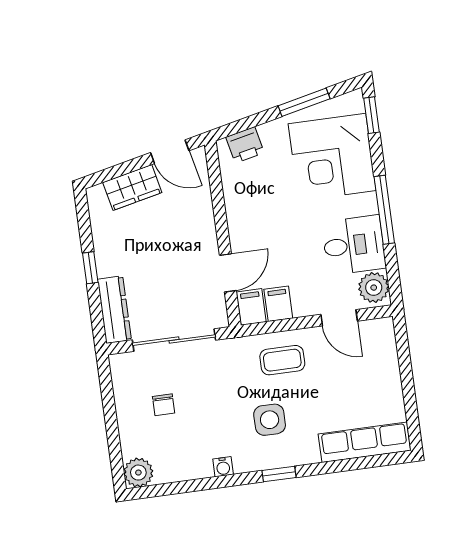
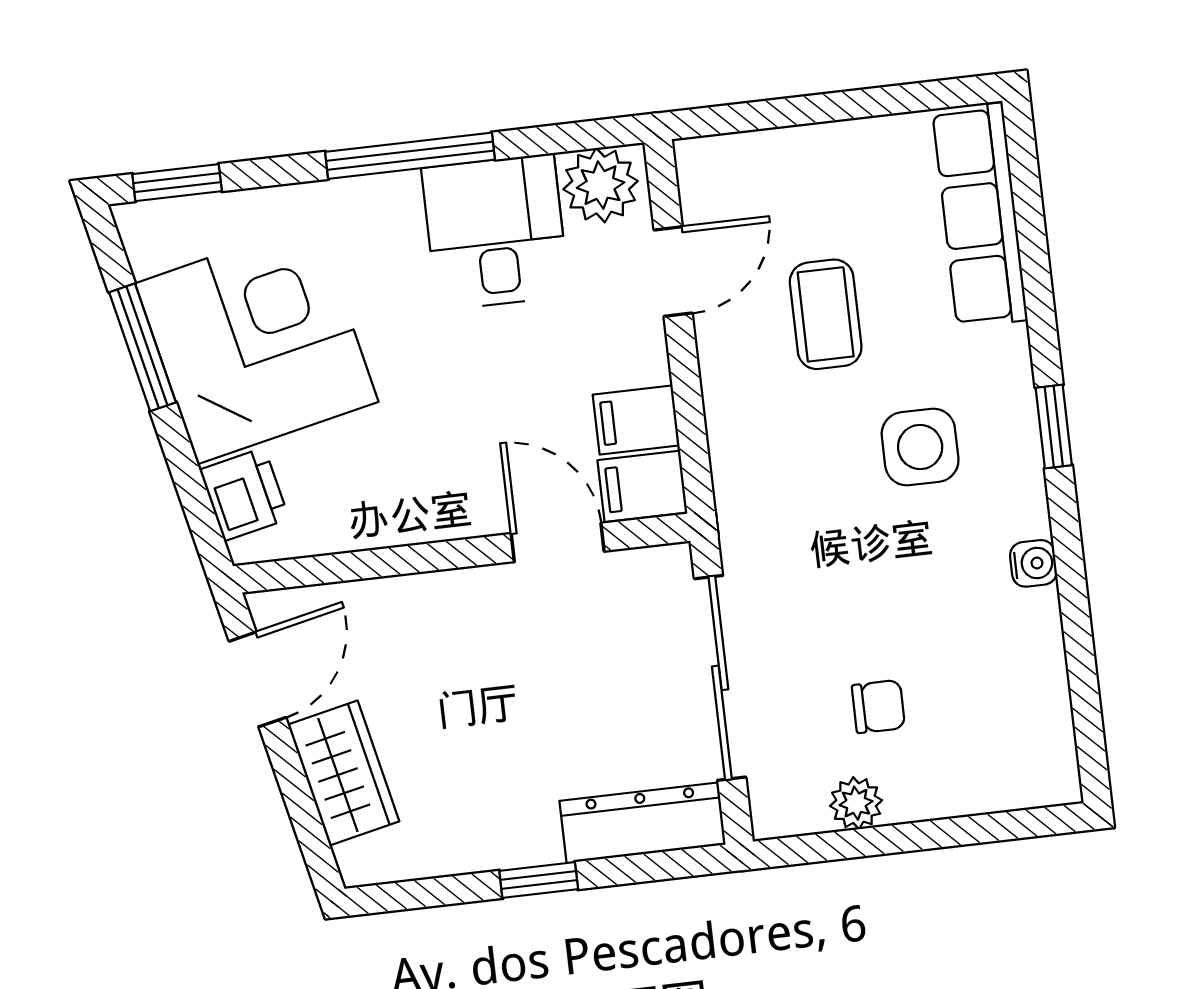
corner desk: (332, 157) -> (257, 343), moved, turned -102
coffee table: (282, 360) -> (826, 314), moved
plant: (138, 473) -> (856, 803), moved, width x0.73, depth x0.73

